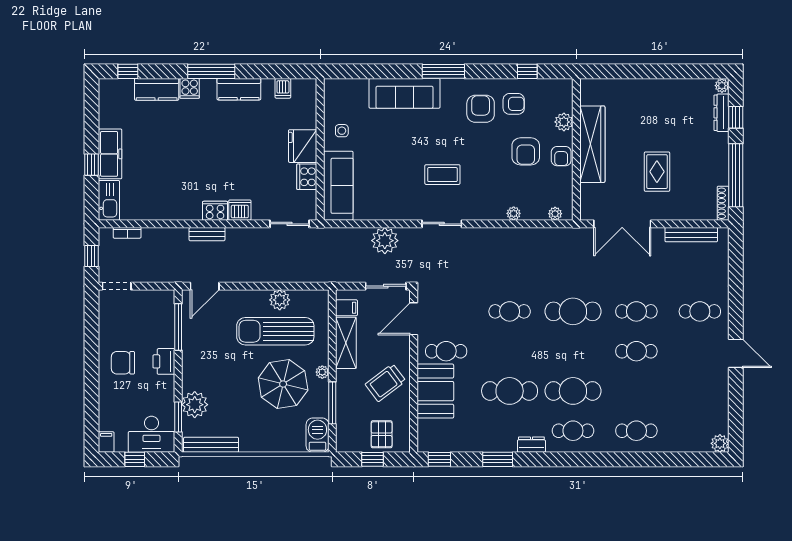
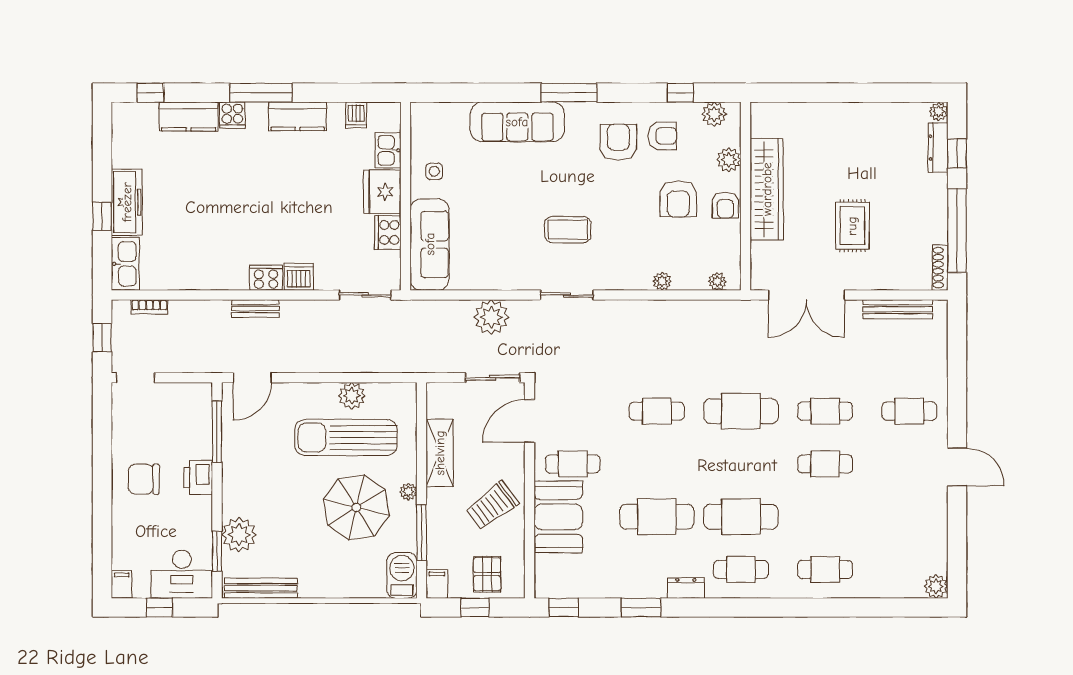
plant: (553, 88) -> (714, 114), added
kitchen sink: (307, 115) -> (388, 150), added
filing cabinet: (346, 308) -> (437, 584), moved, turned -90

